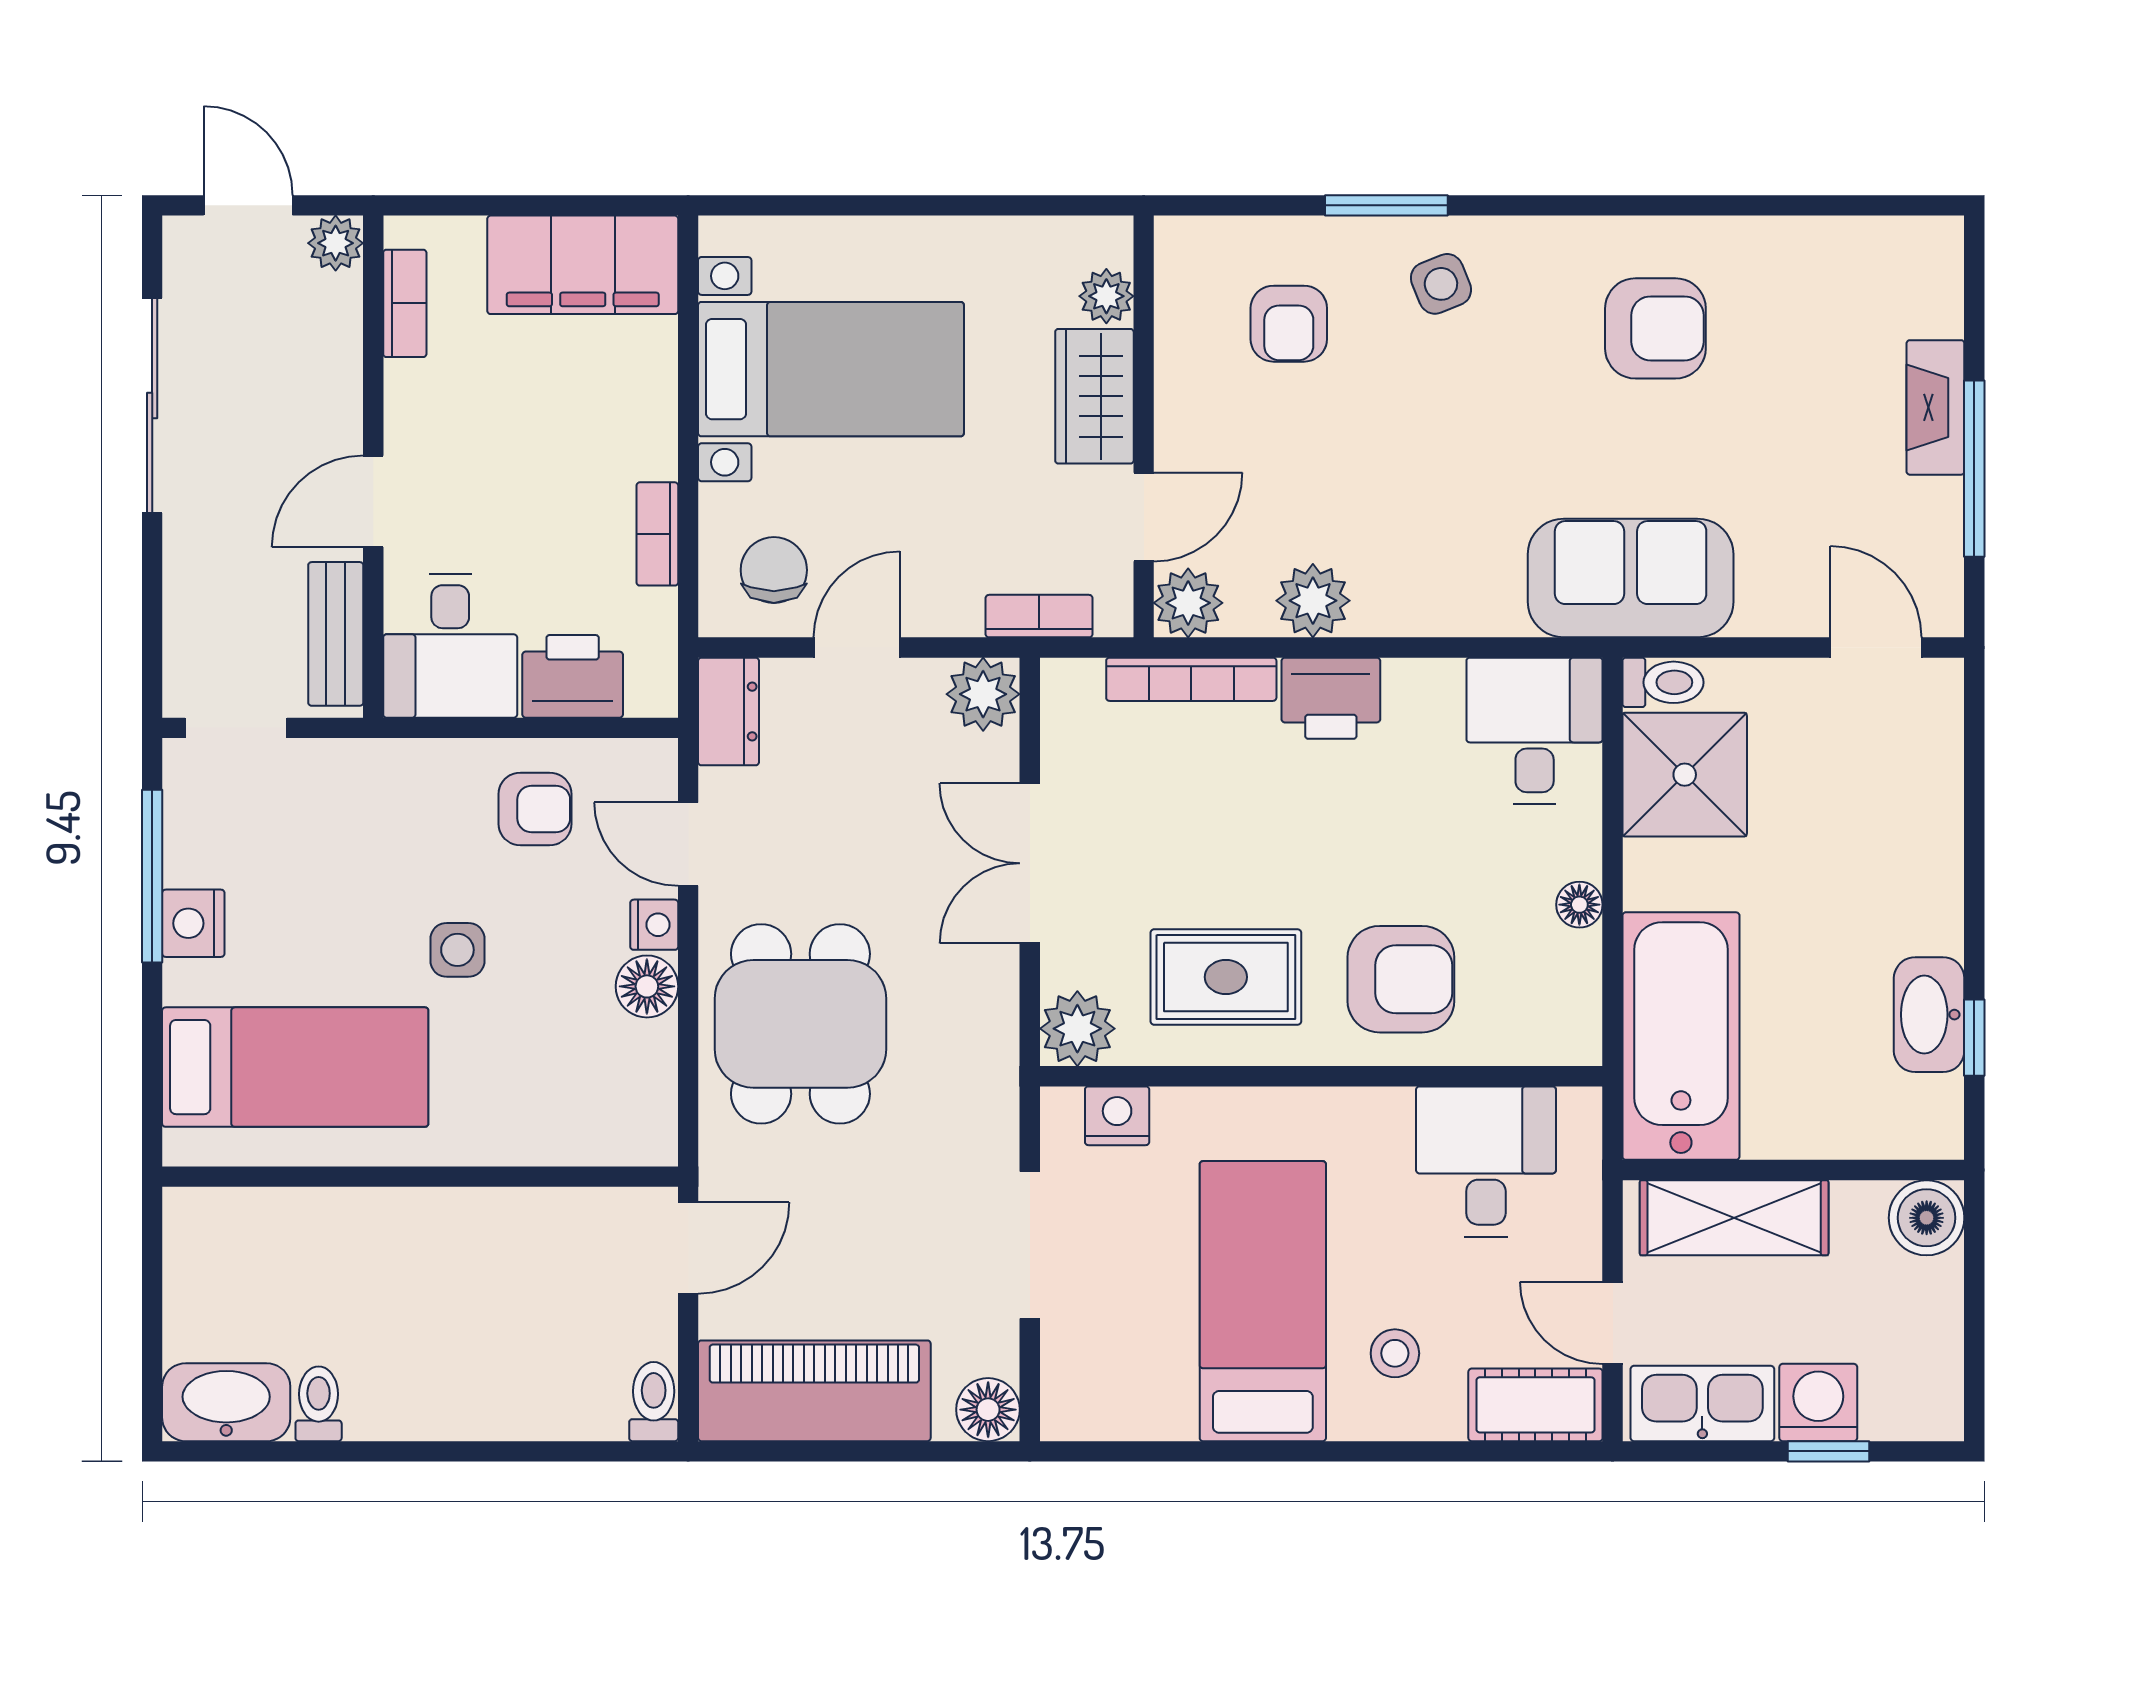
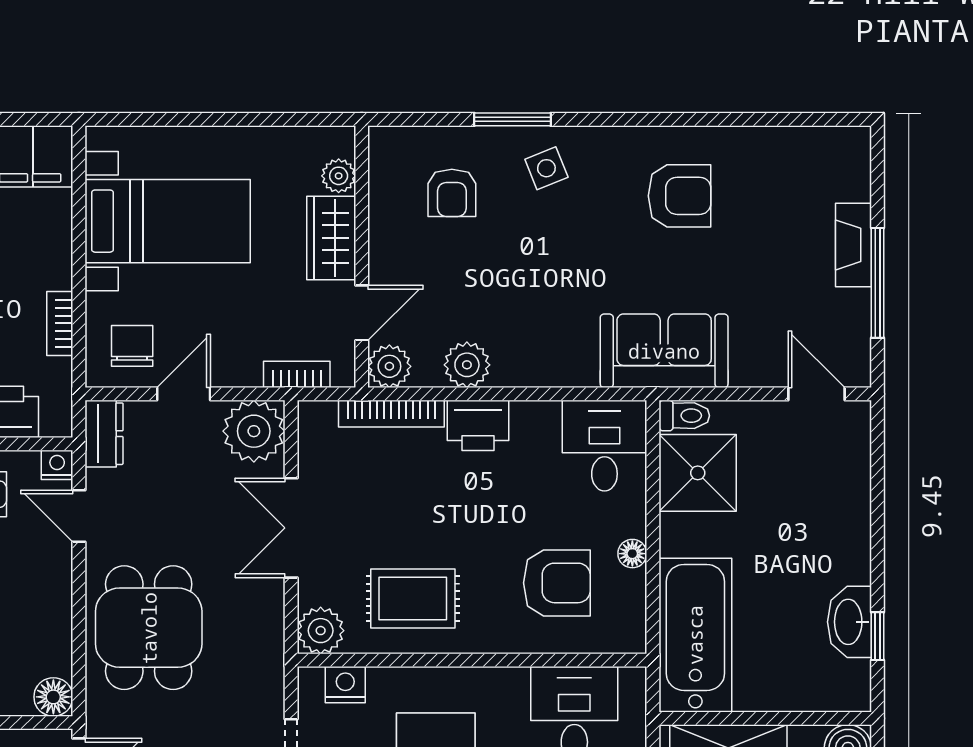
plant: (983, 694) -> (254, 431), width x1.36, depth x1.36
nightstand: (654, 925) -> (57, 465), moved, turned -90
armchair: (1401, 979) -> (557, 583), moved
floor lamp: (647, 986) -> (53, 697), moved

